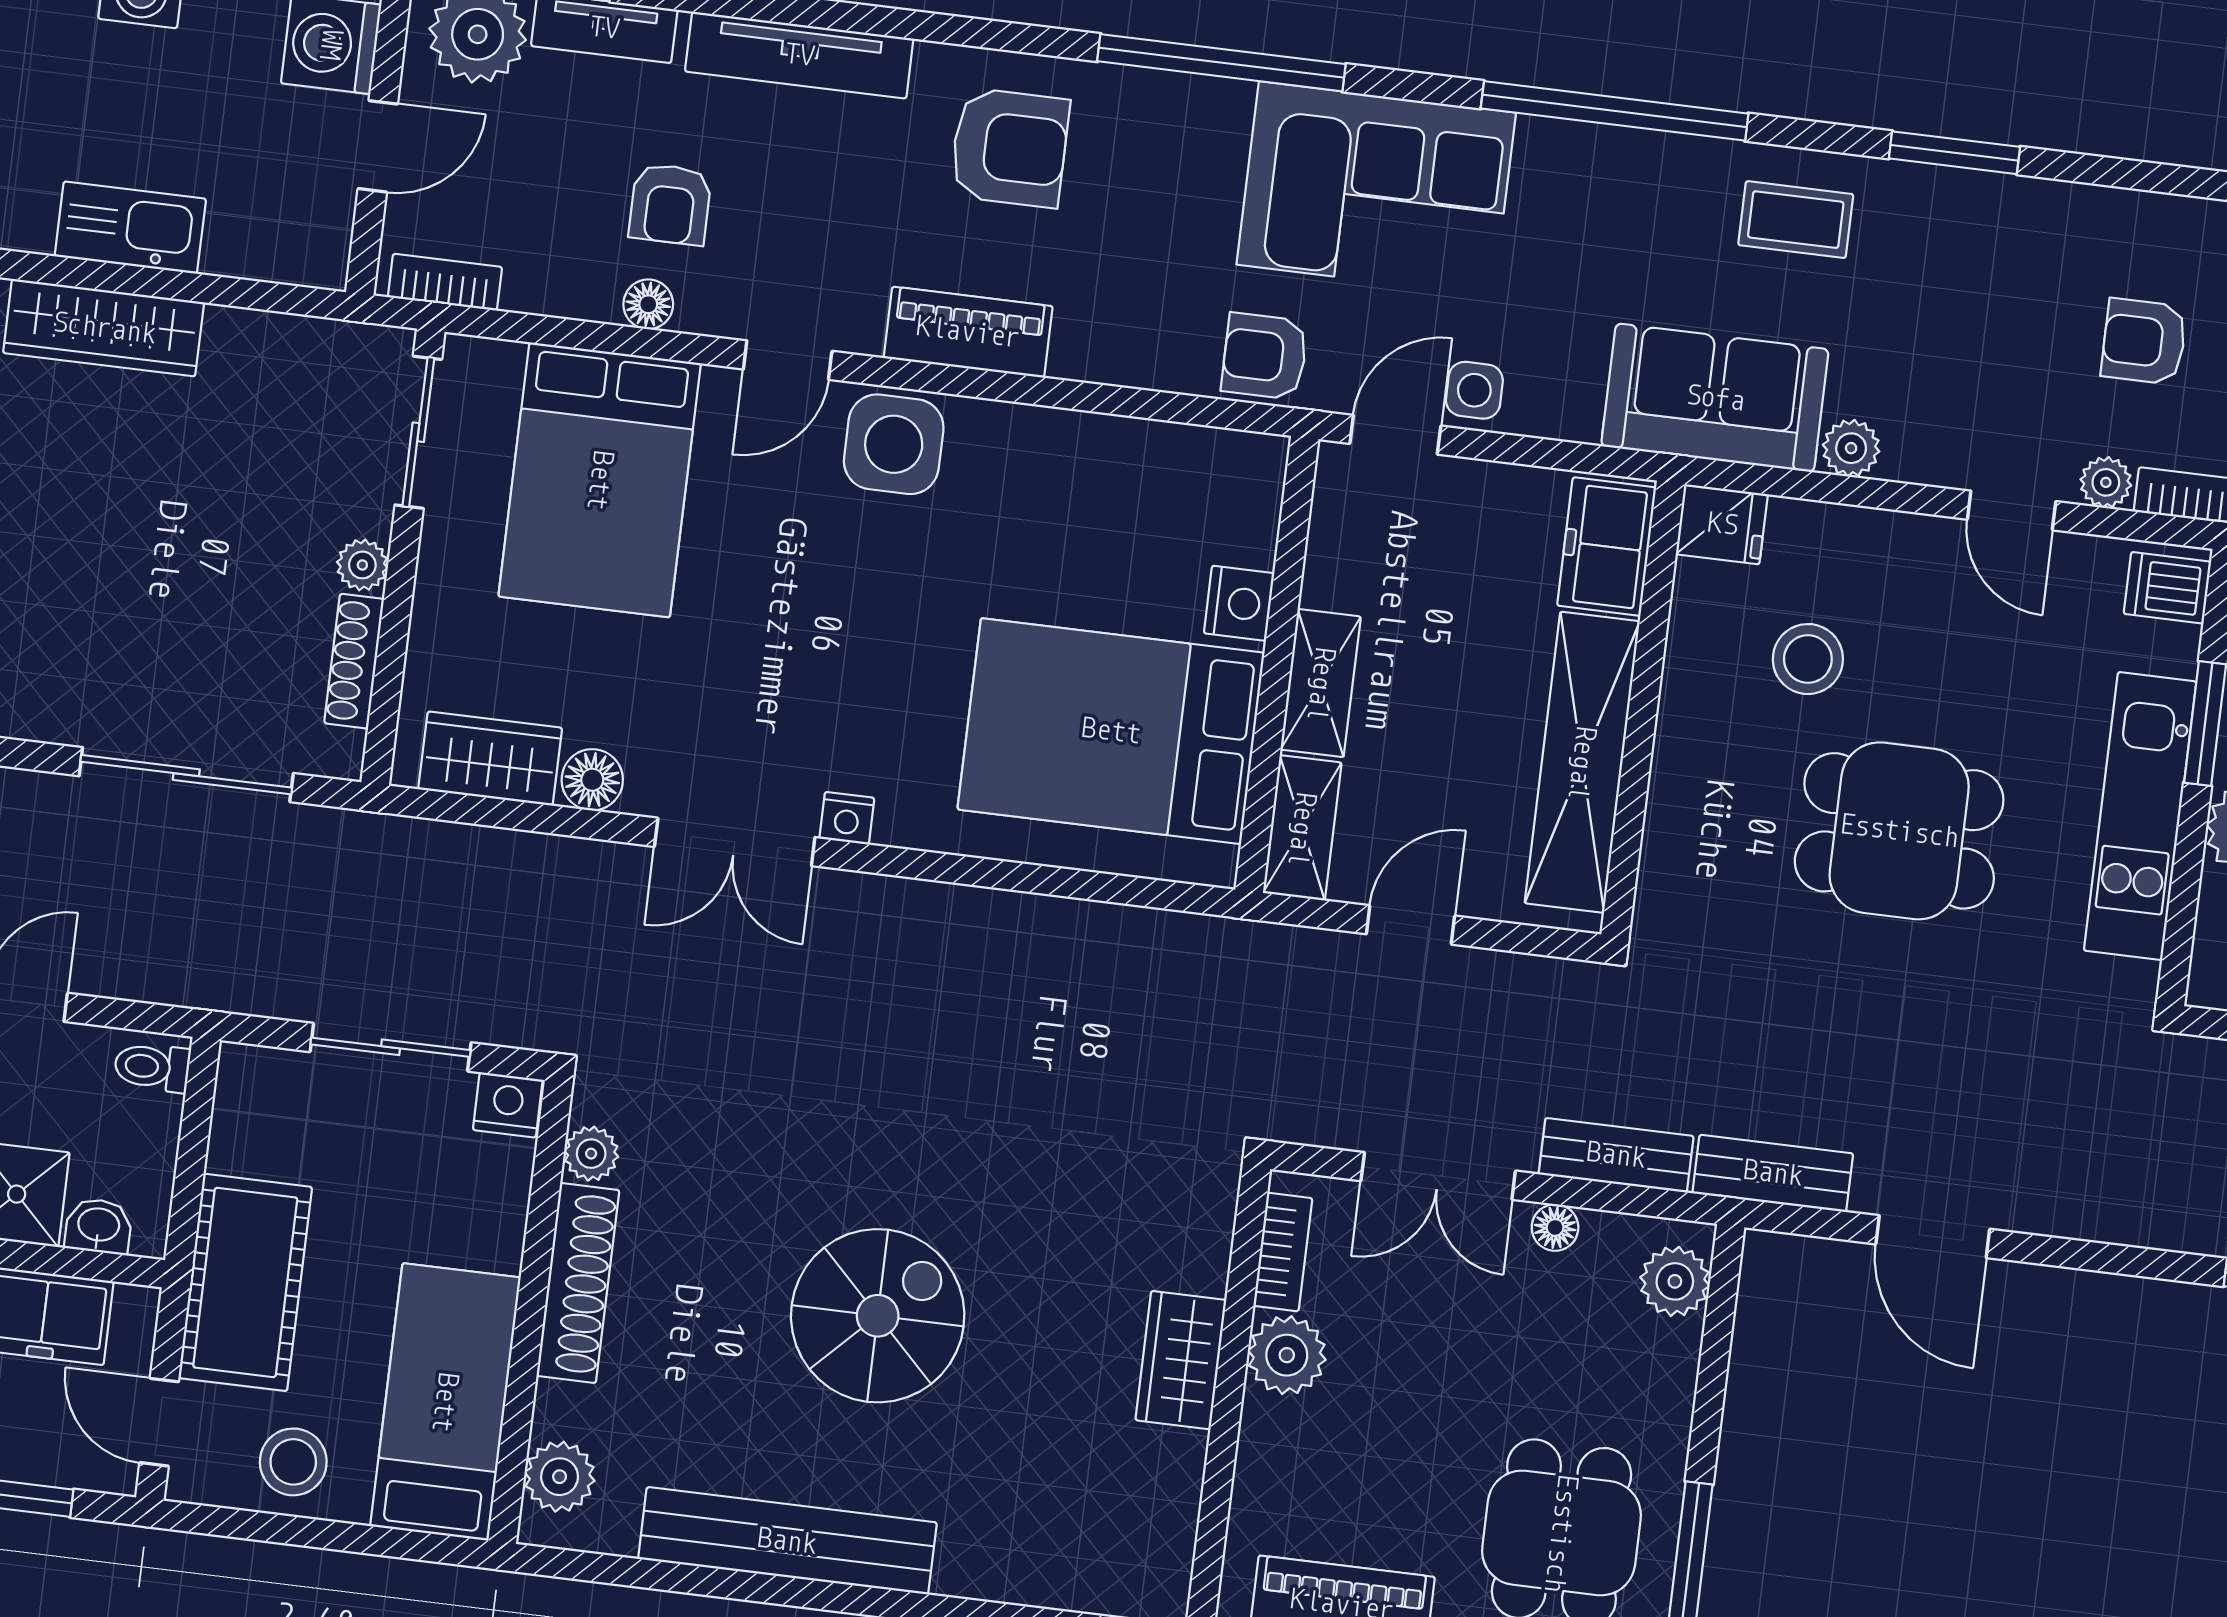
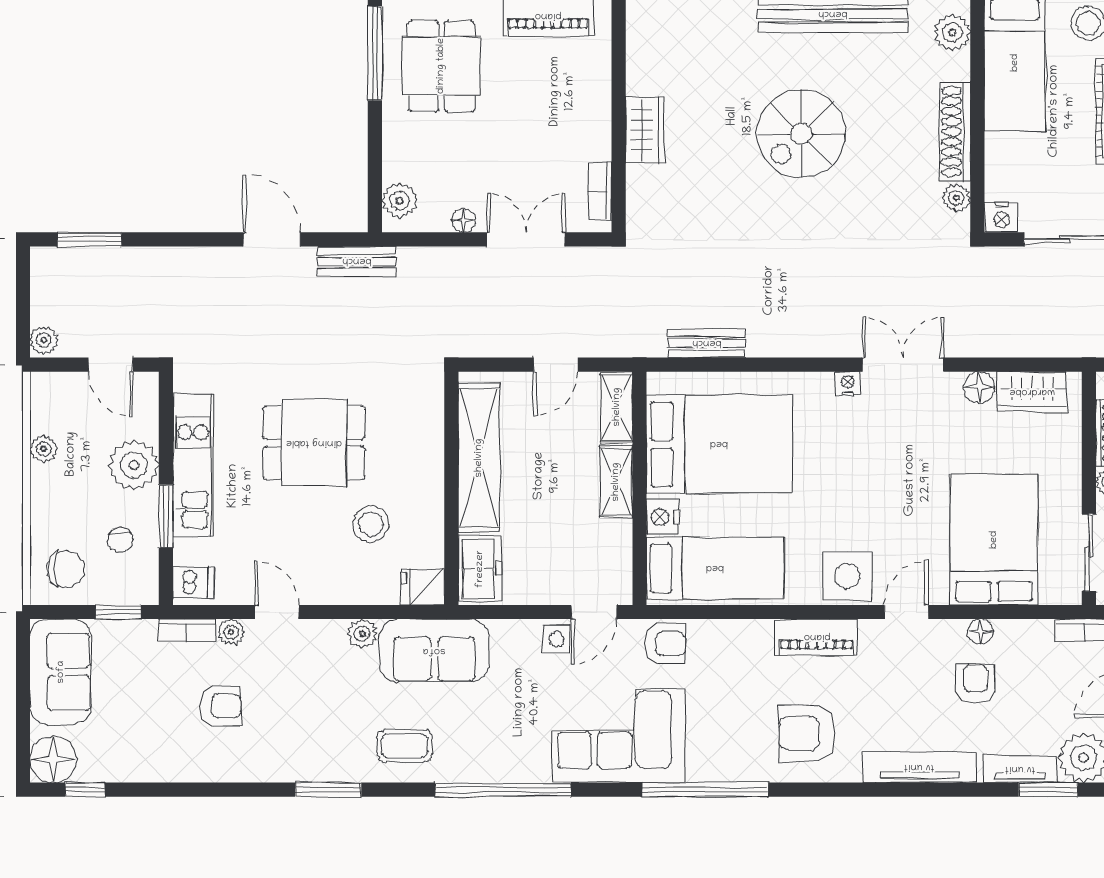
bed: (1149, 491) -> (715, 568), added
bench: (1616, 1155) -> (707, 343), moved
plant: (1287, 1355) -> (592, 139), removed

